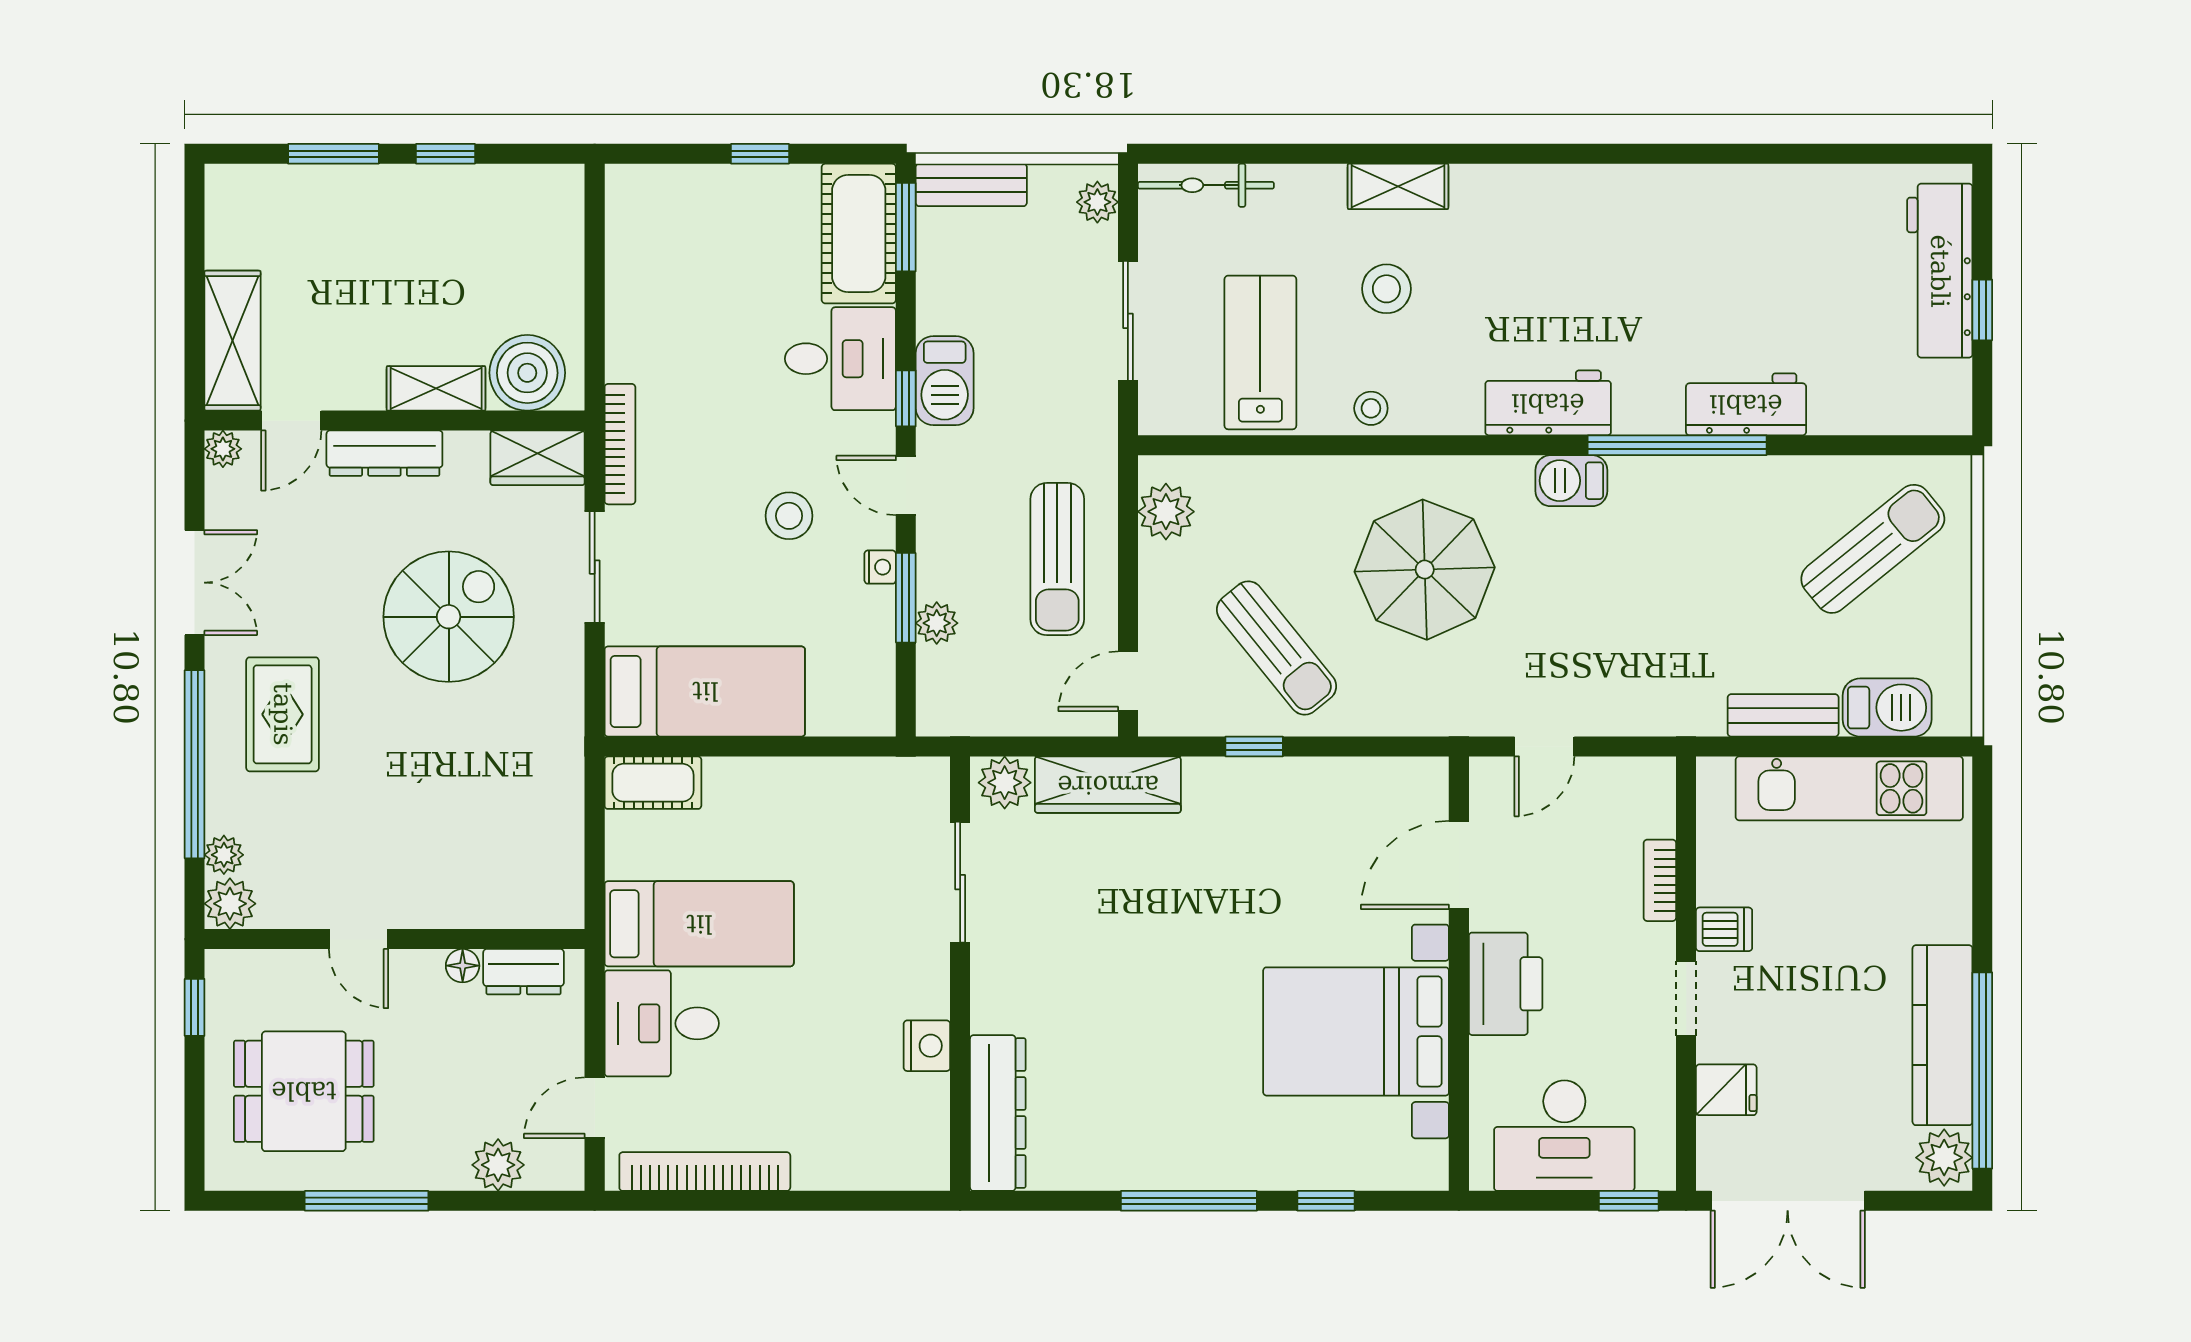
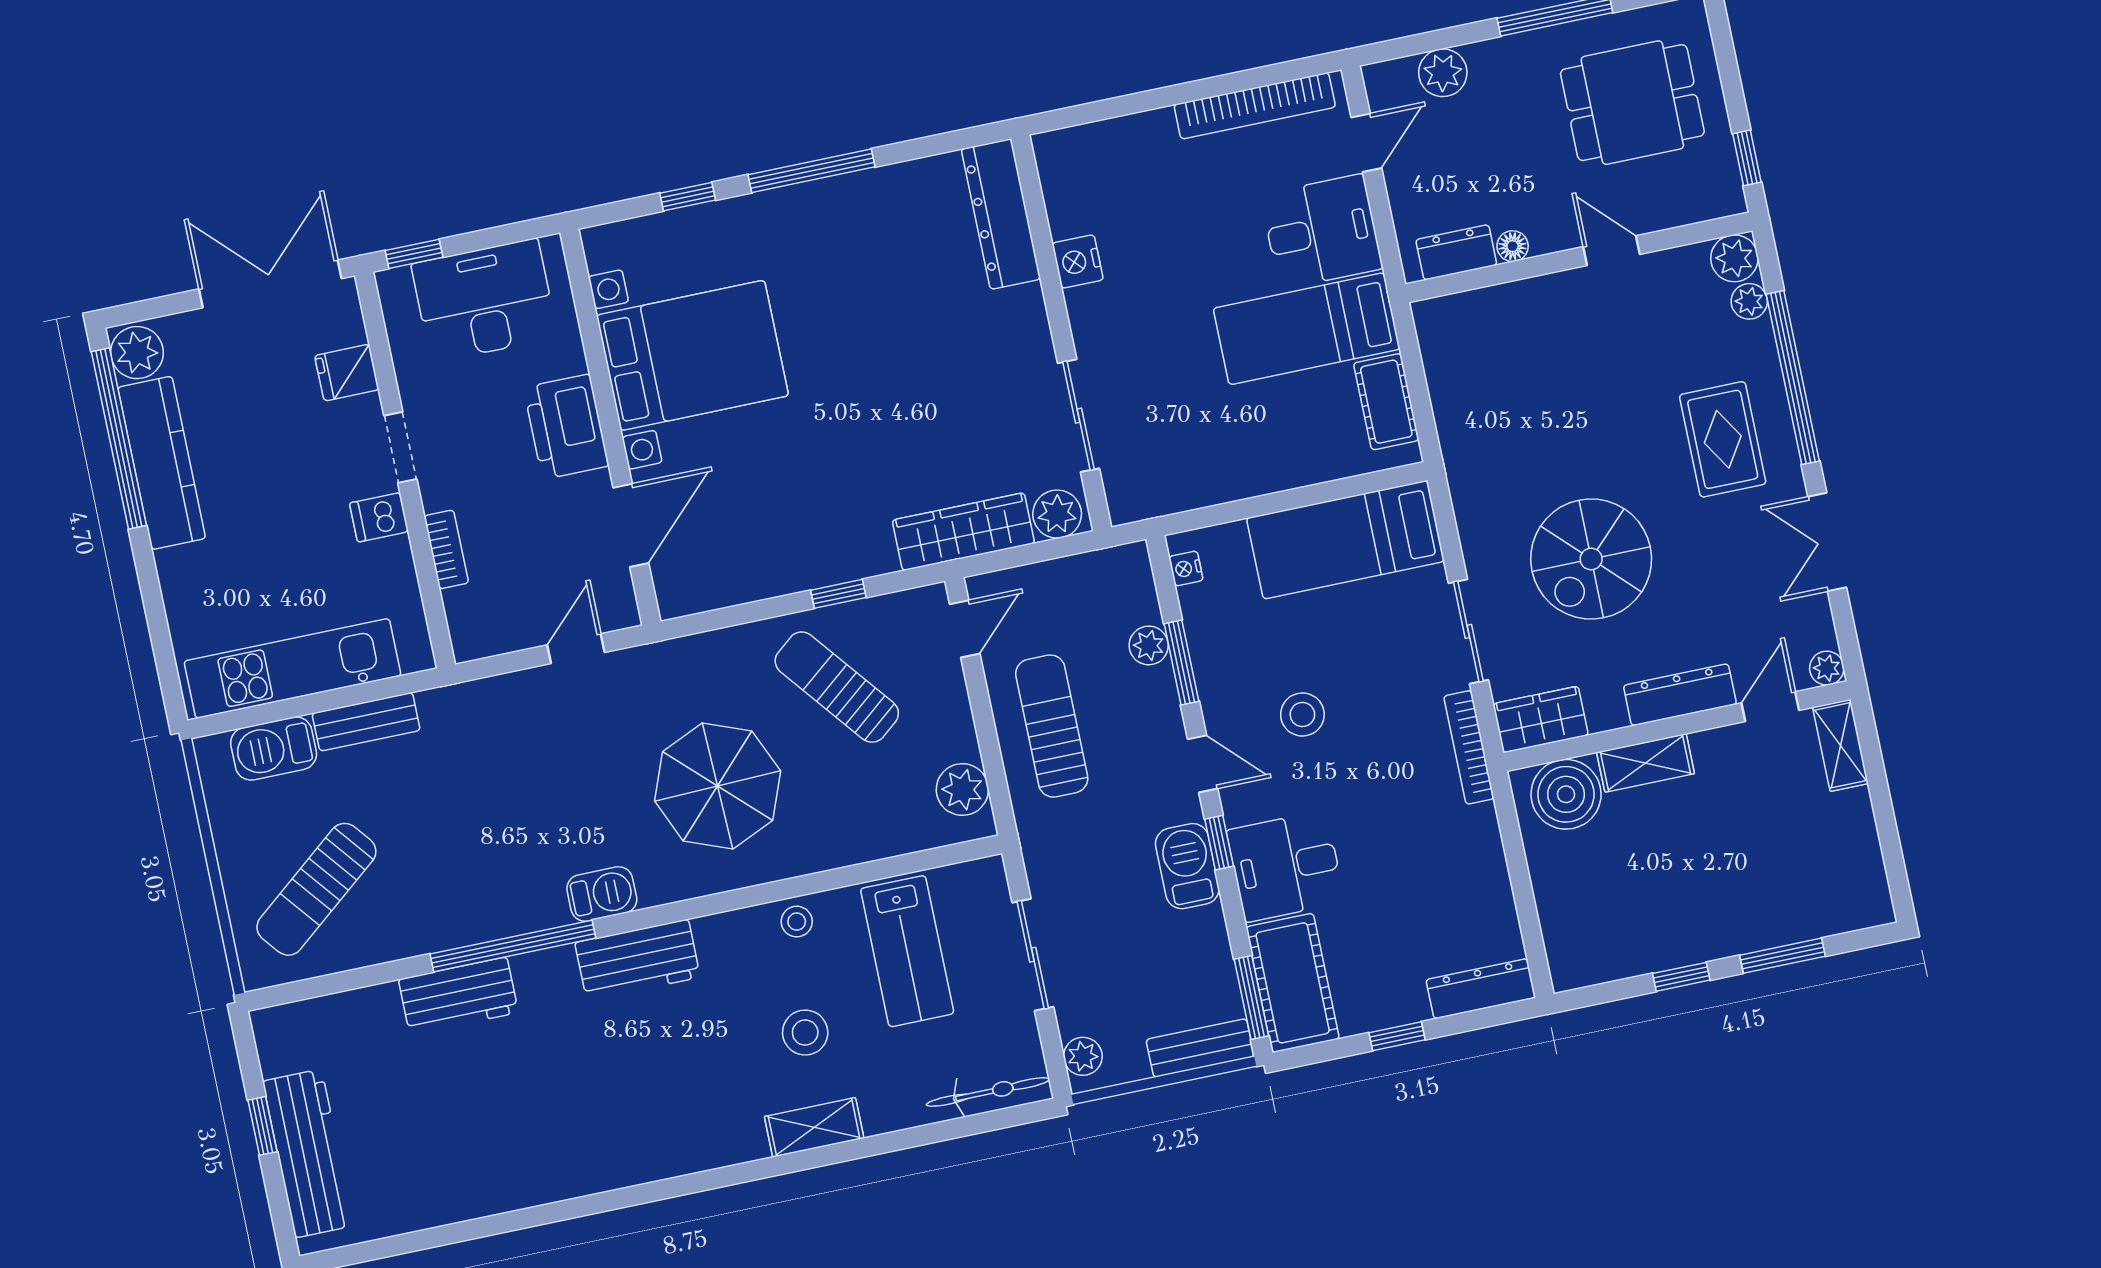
dresser: (661, 186) -> (1481, 989), added
shelving: (232, 341) -> (1840, 745), width x0.67, depth x0.75
nightstand: (880, 567) -> (1186, 568), moved
cot: (653, 783) -> (1386, 402), moved, turned 90

